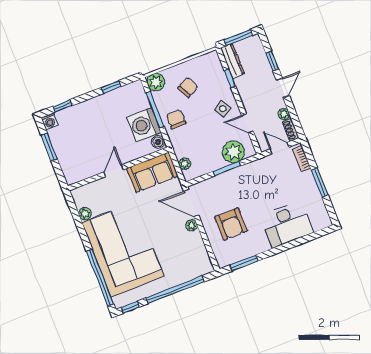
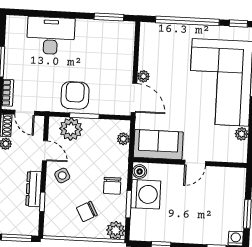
dresser: (232, 61) -> (34, 189), moved
window: (155, 110) -> (129, 204), width x0.69
armchair: (231, 224) -> (75, 95), moved

